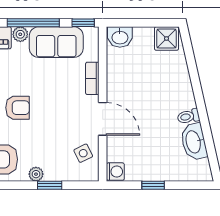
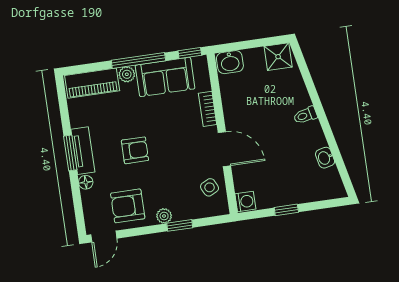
toilet: (188, 116) -> (305, 115), moved
washbasin: (194, 142) -> (325, 158), width x0.52, depth x0.69

